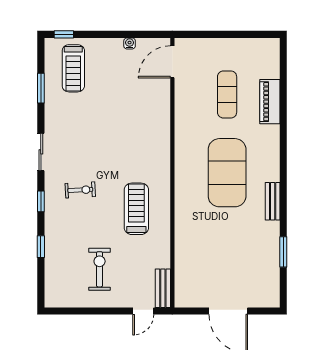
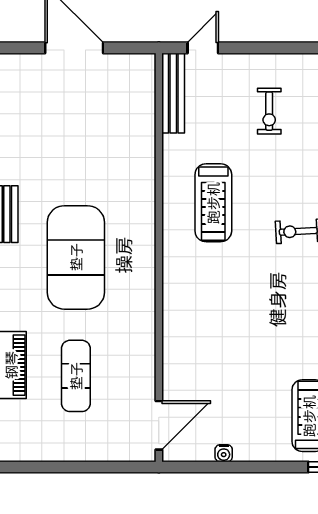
exercise bike: (100, 269) -> (269, 111), width x0.73, depth x0.72
bench: (163, 288) -> (173, 93), width x1.36

